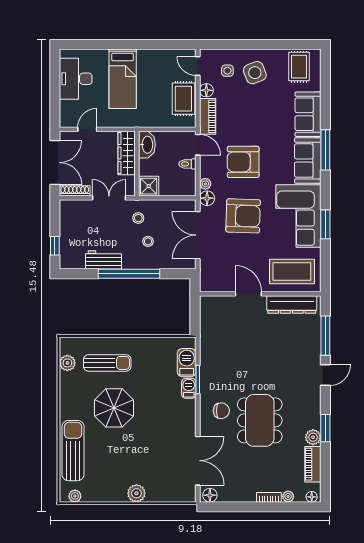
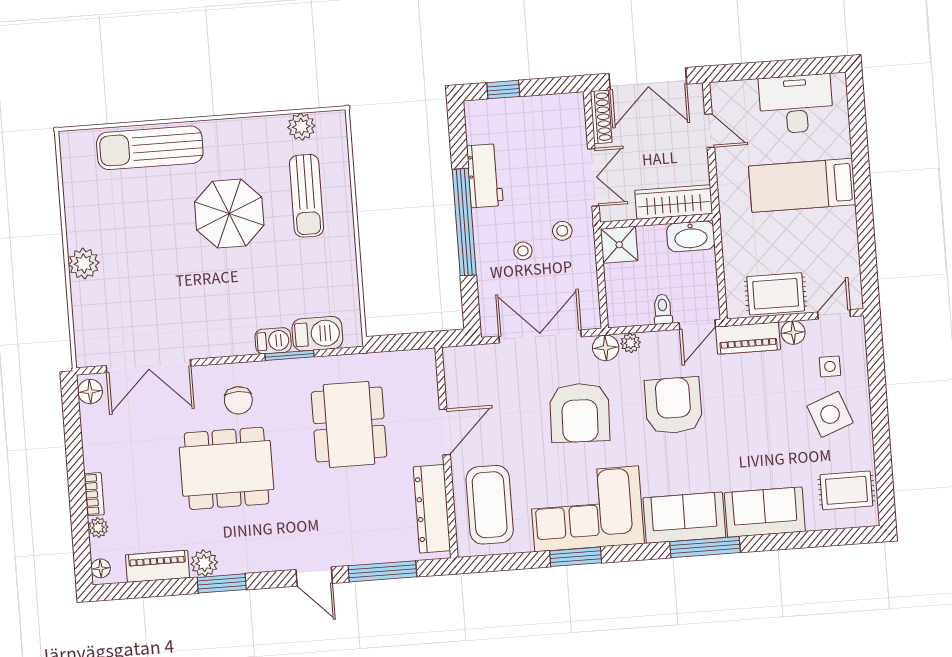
dining table: (240, 348) -> (349, 424), added
sun lounger: (73, 451) -> (150, 148), turned 180
plant: (75, 496) -> (71, 157), removed

